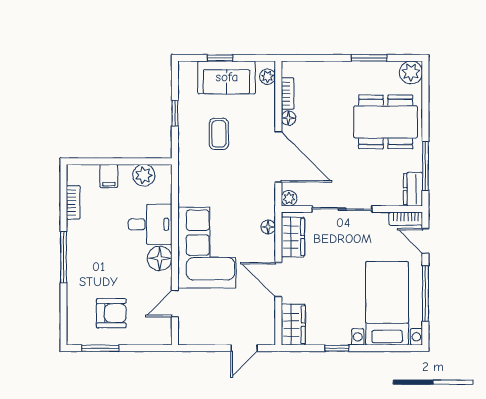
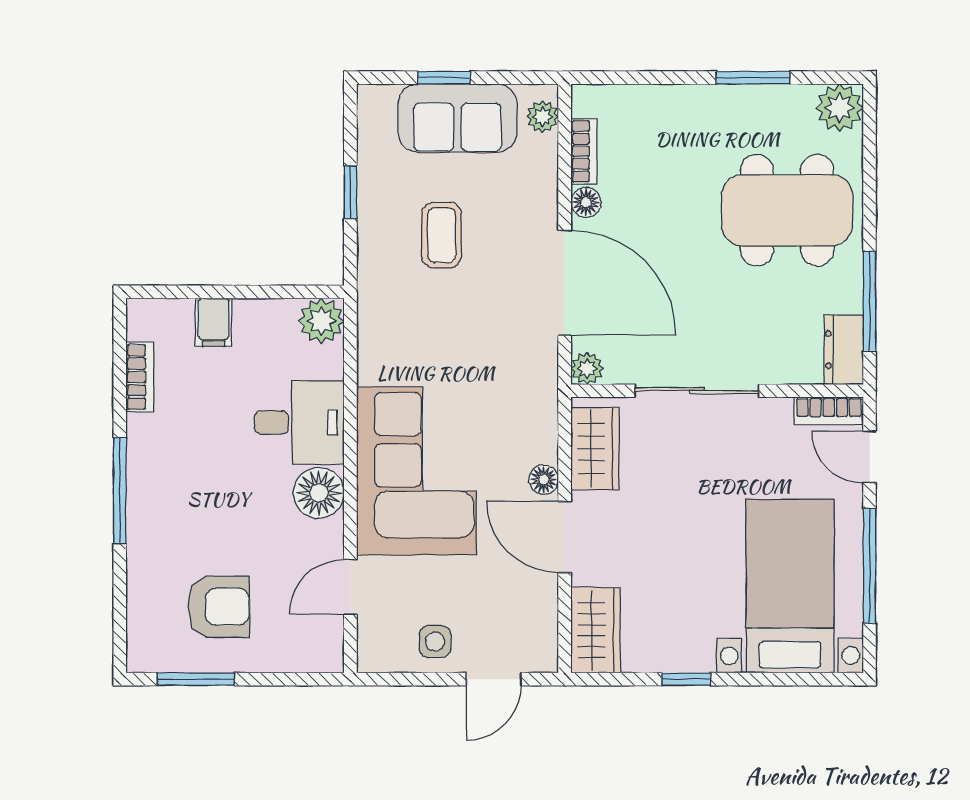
plant: (144, 175) -> (321, 321), moved
floor lamp: (268, 227) -> (544, 479), moved
side table: (216, 330) -> (435, 642), added

